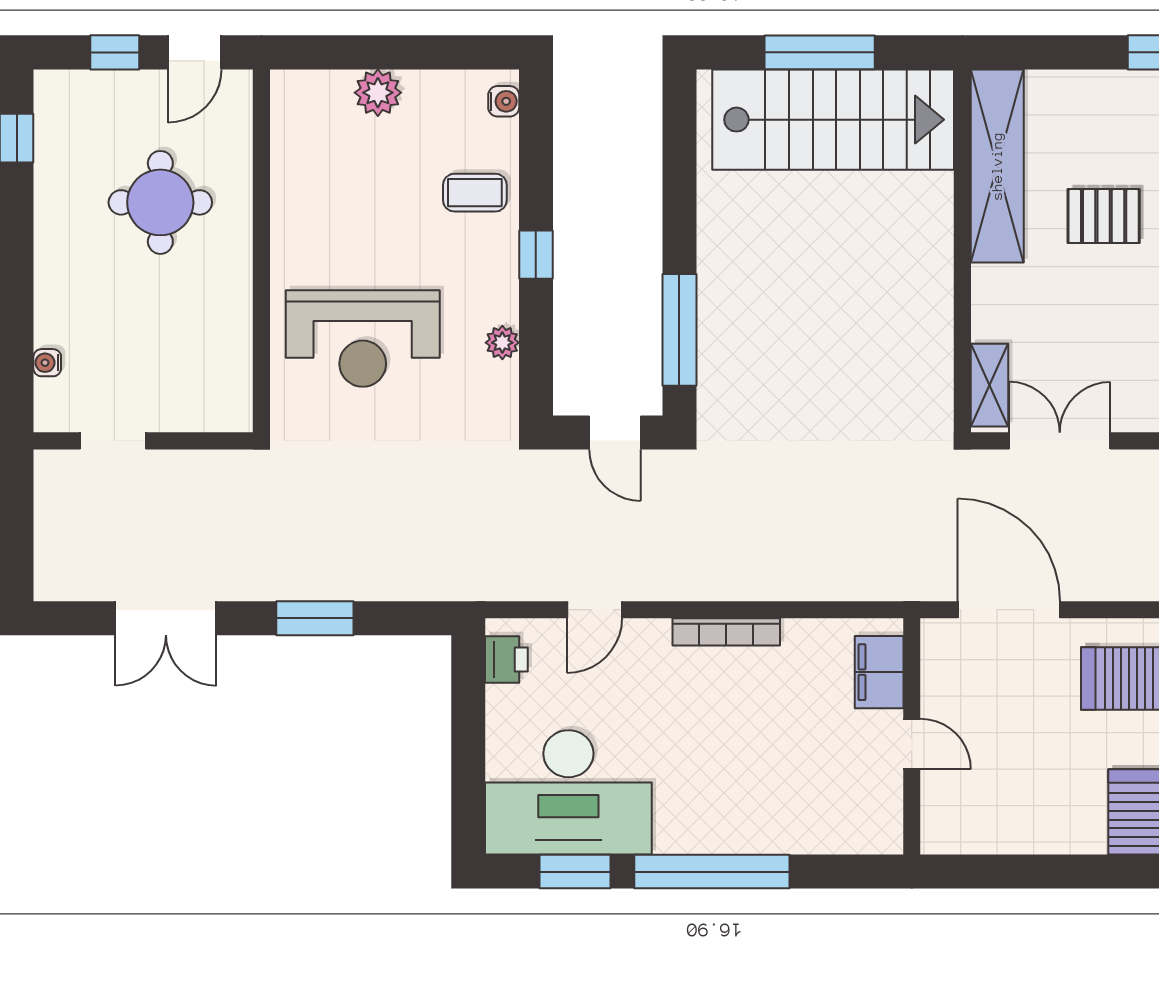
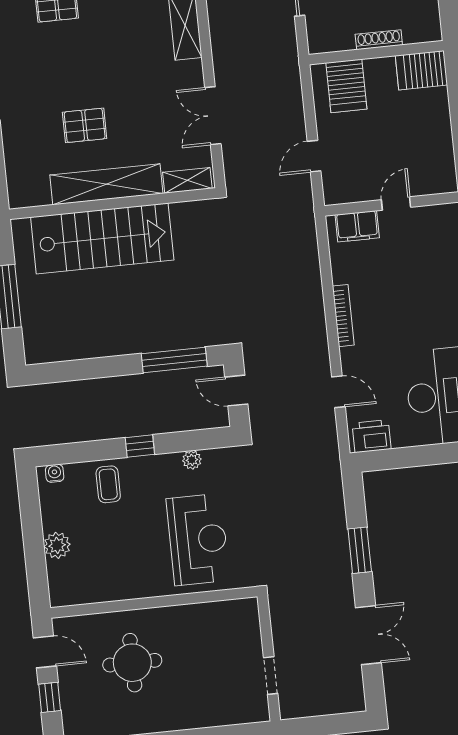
stairs: (833, 120) -> (102, 239), moved, turned 90
shelving: (997, 166) -> (106, 184), moved
pallet: (1104, 216) -> (85, 125), turned 90
water cooler: (47, 363) -> (230, 718), removed
door: (615, 432) -> (236, 391), swing flipped
double door: (1060, 441) -> (213, 116), moved
door: (1009, 610) -> (314, 156), width x0.53
printer: (506, 659) -> (372, 436), width x1.36, depth x1.24

